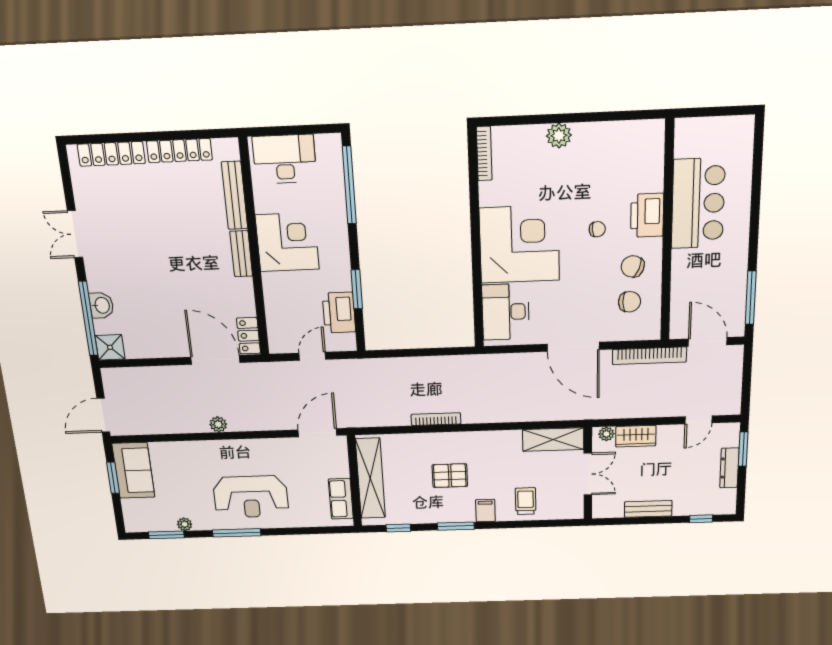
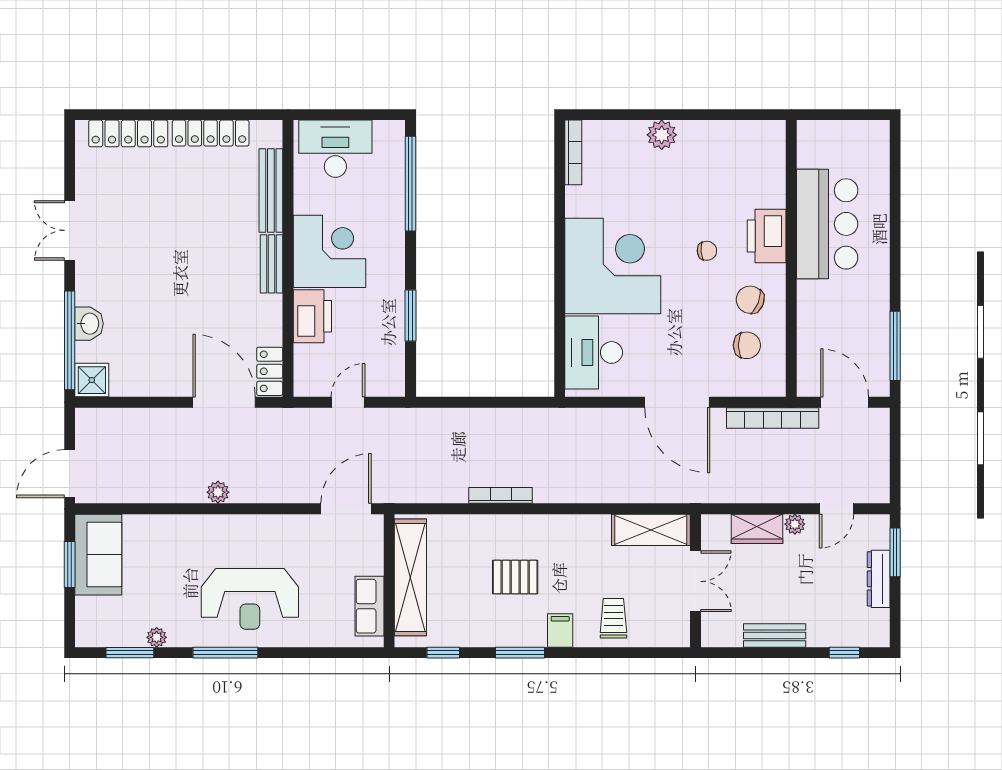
printer: (339, 313) -> (312, 316), moved, turned 180
plant: (606, 434) -> (795, 524), moved

